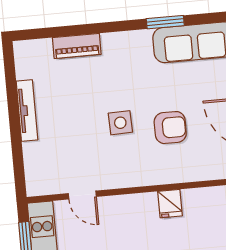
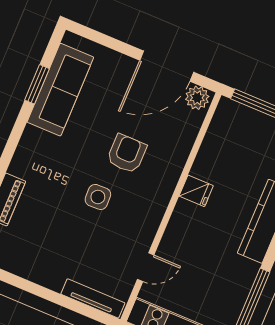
window: (165, 22) -> (37, 84), moved
tv unit: (27, 110) -> (93, 298), moved

